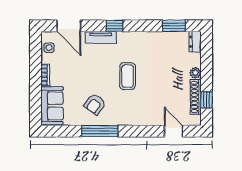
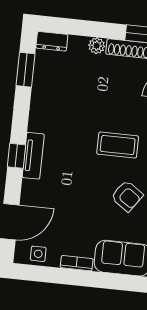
tv unit: (101, 37) -> (33, 156), moved
coffee table: (128, 76) -> (118, 145), moved

